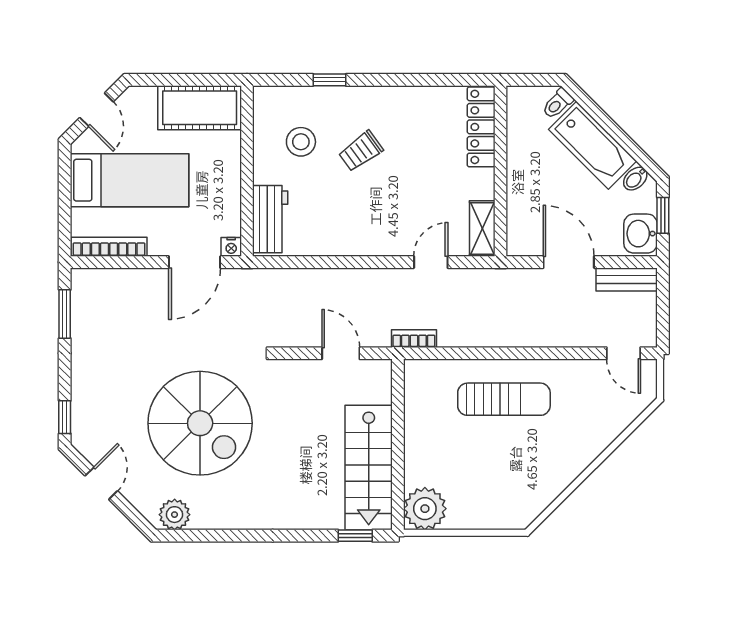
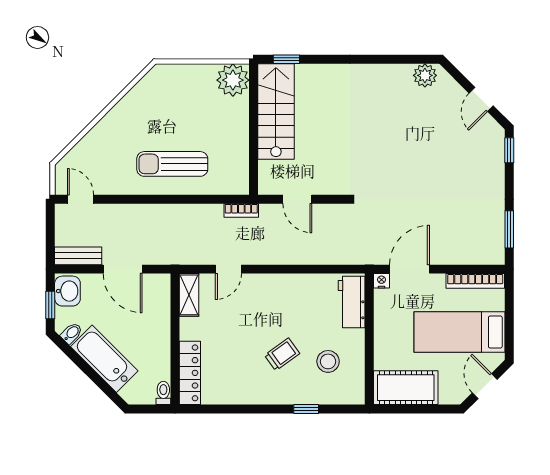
toilet: (558, 104) -> (163, 393), moved, turned -45
spiral stairs: (200, 423) -> (405, 146), removed

